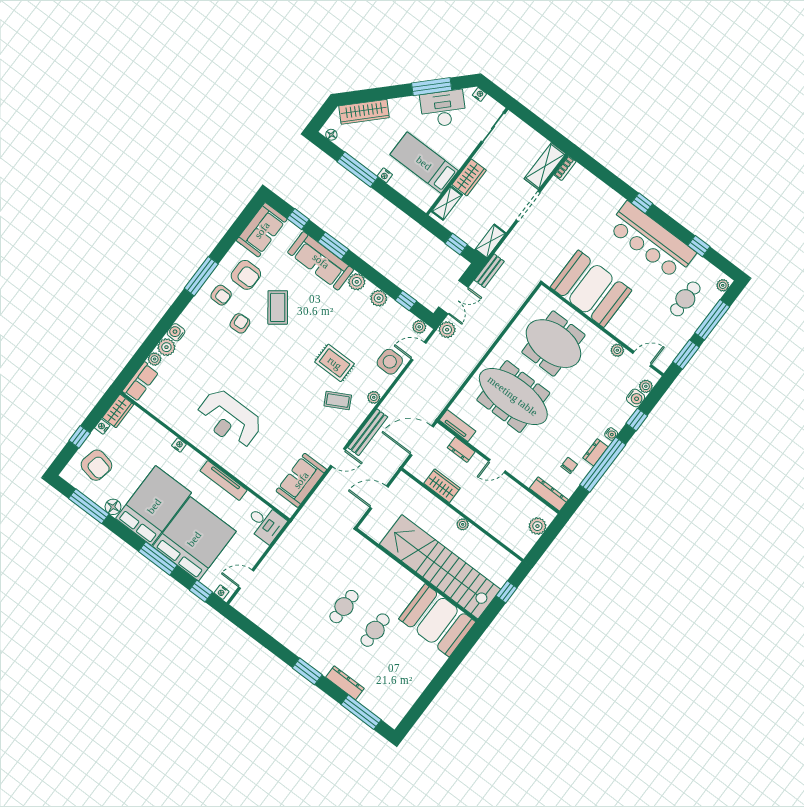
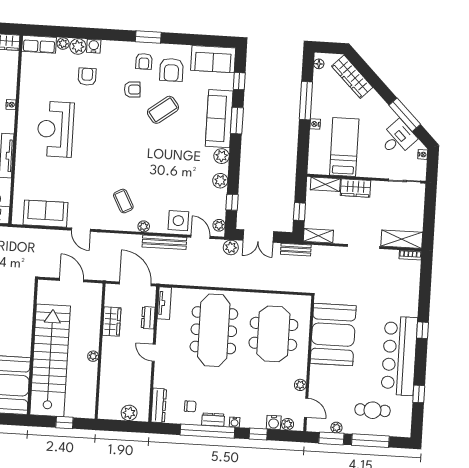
desk: (443, 109) -> (398, 138), width x0.73
window: (201, 276) -> (148, 37), width x0.69
plant: (723, 285) -> (336, 428), moved
armchair: (200, 357) -> (87, 77), added
rug: (335, 363) -> (150, 180), removed
bench: (368, 432) -> (164, 242), moved

